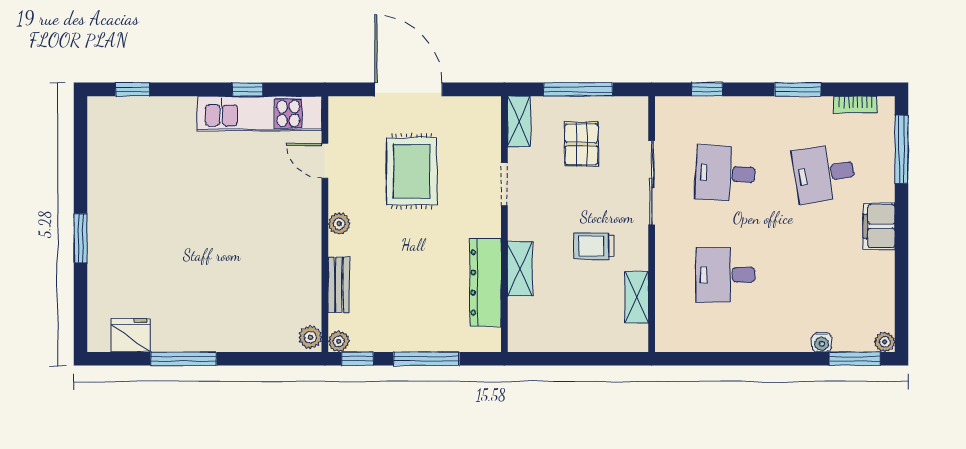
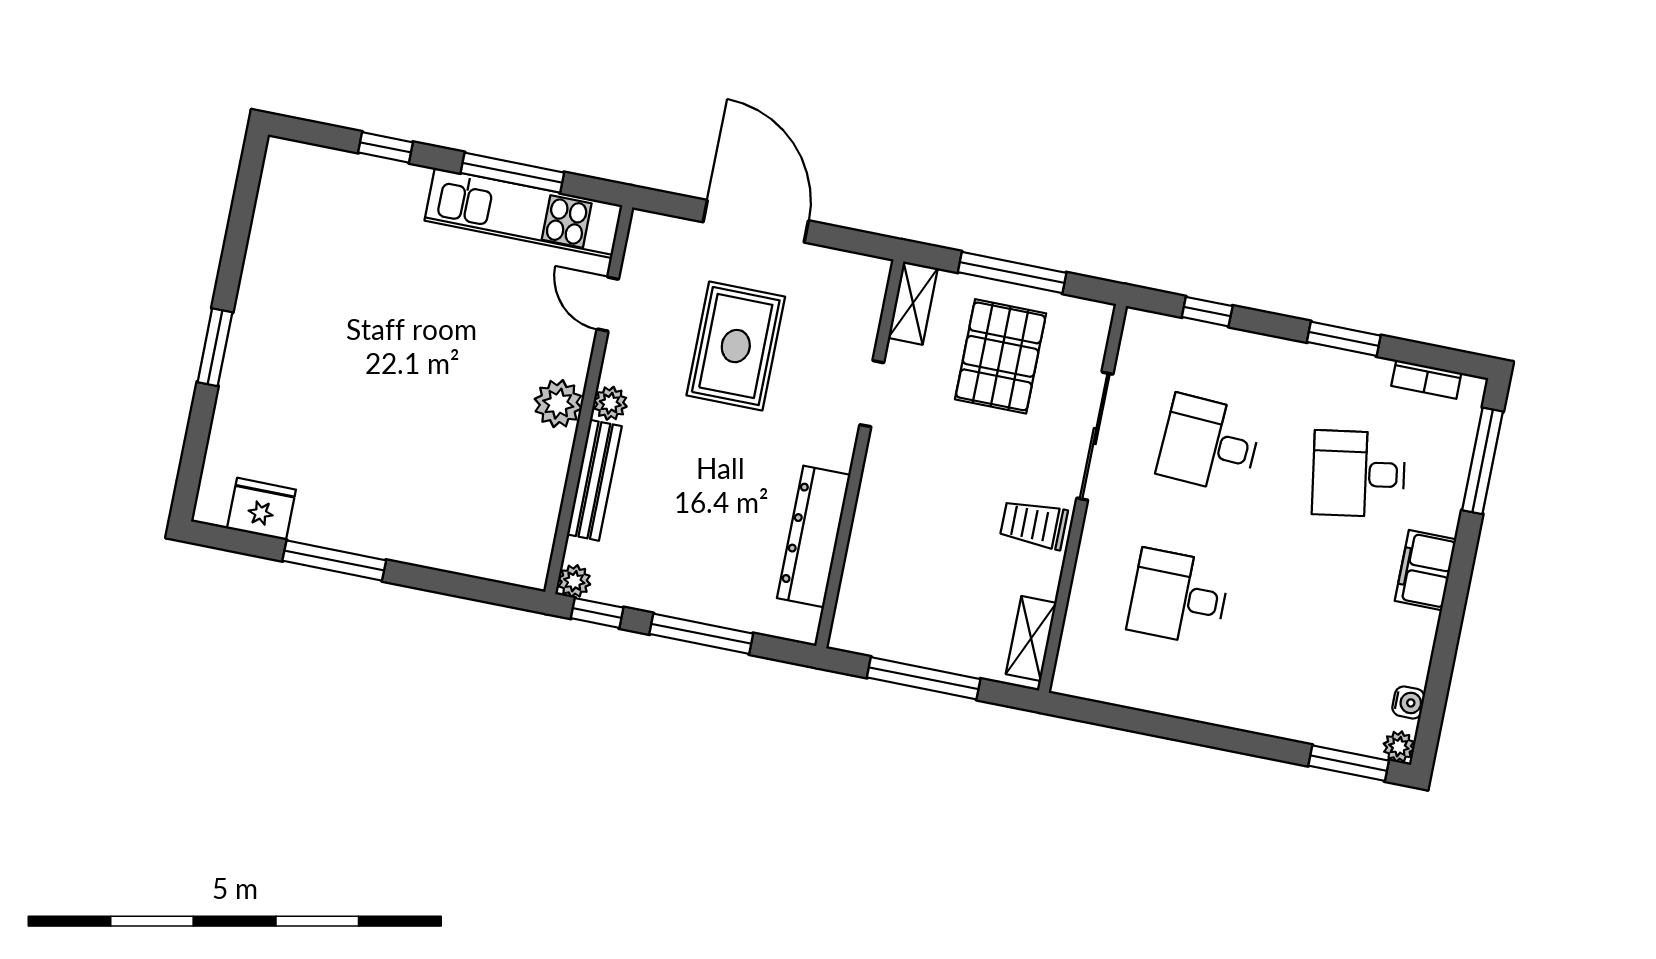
window: (132, 89) -> (386, 147), moved
window: (247, 89) -> (512, 173), width x2.17
pallet: (582, 144) -> (1001, 356), width x1.50, depth x1.42
trolley: (594, 246) -> (1034, 524), moved
shelving: (520, 269) -> (870, 526), removed
bench: (339, 285) -> (594, 480), width x1.36
shelving: (637, 297) -> (1031, 638), moved
plant: (310, 337) -> (558, 404), moved, width x1.38, depth x1.38
water cooler: (822, 342) -> (1408, 702), moved, turned -90
window: (574, 359) -> (924, 678), added

